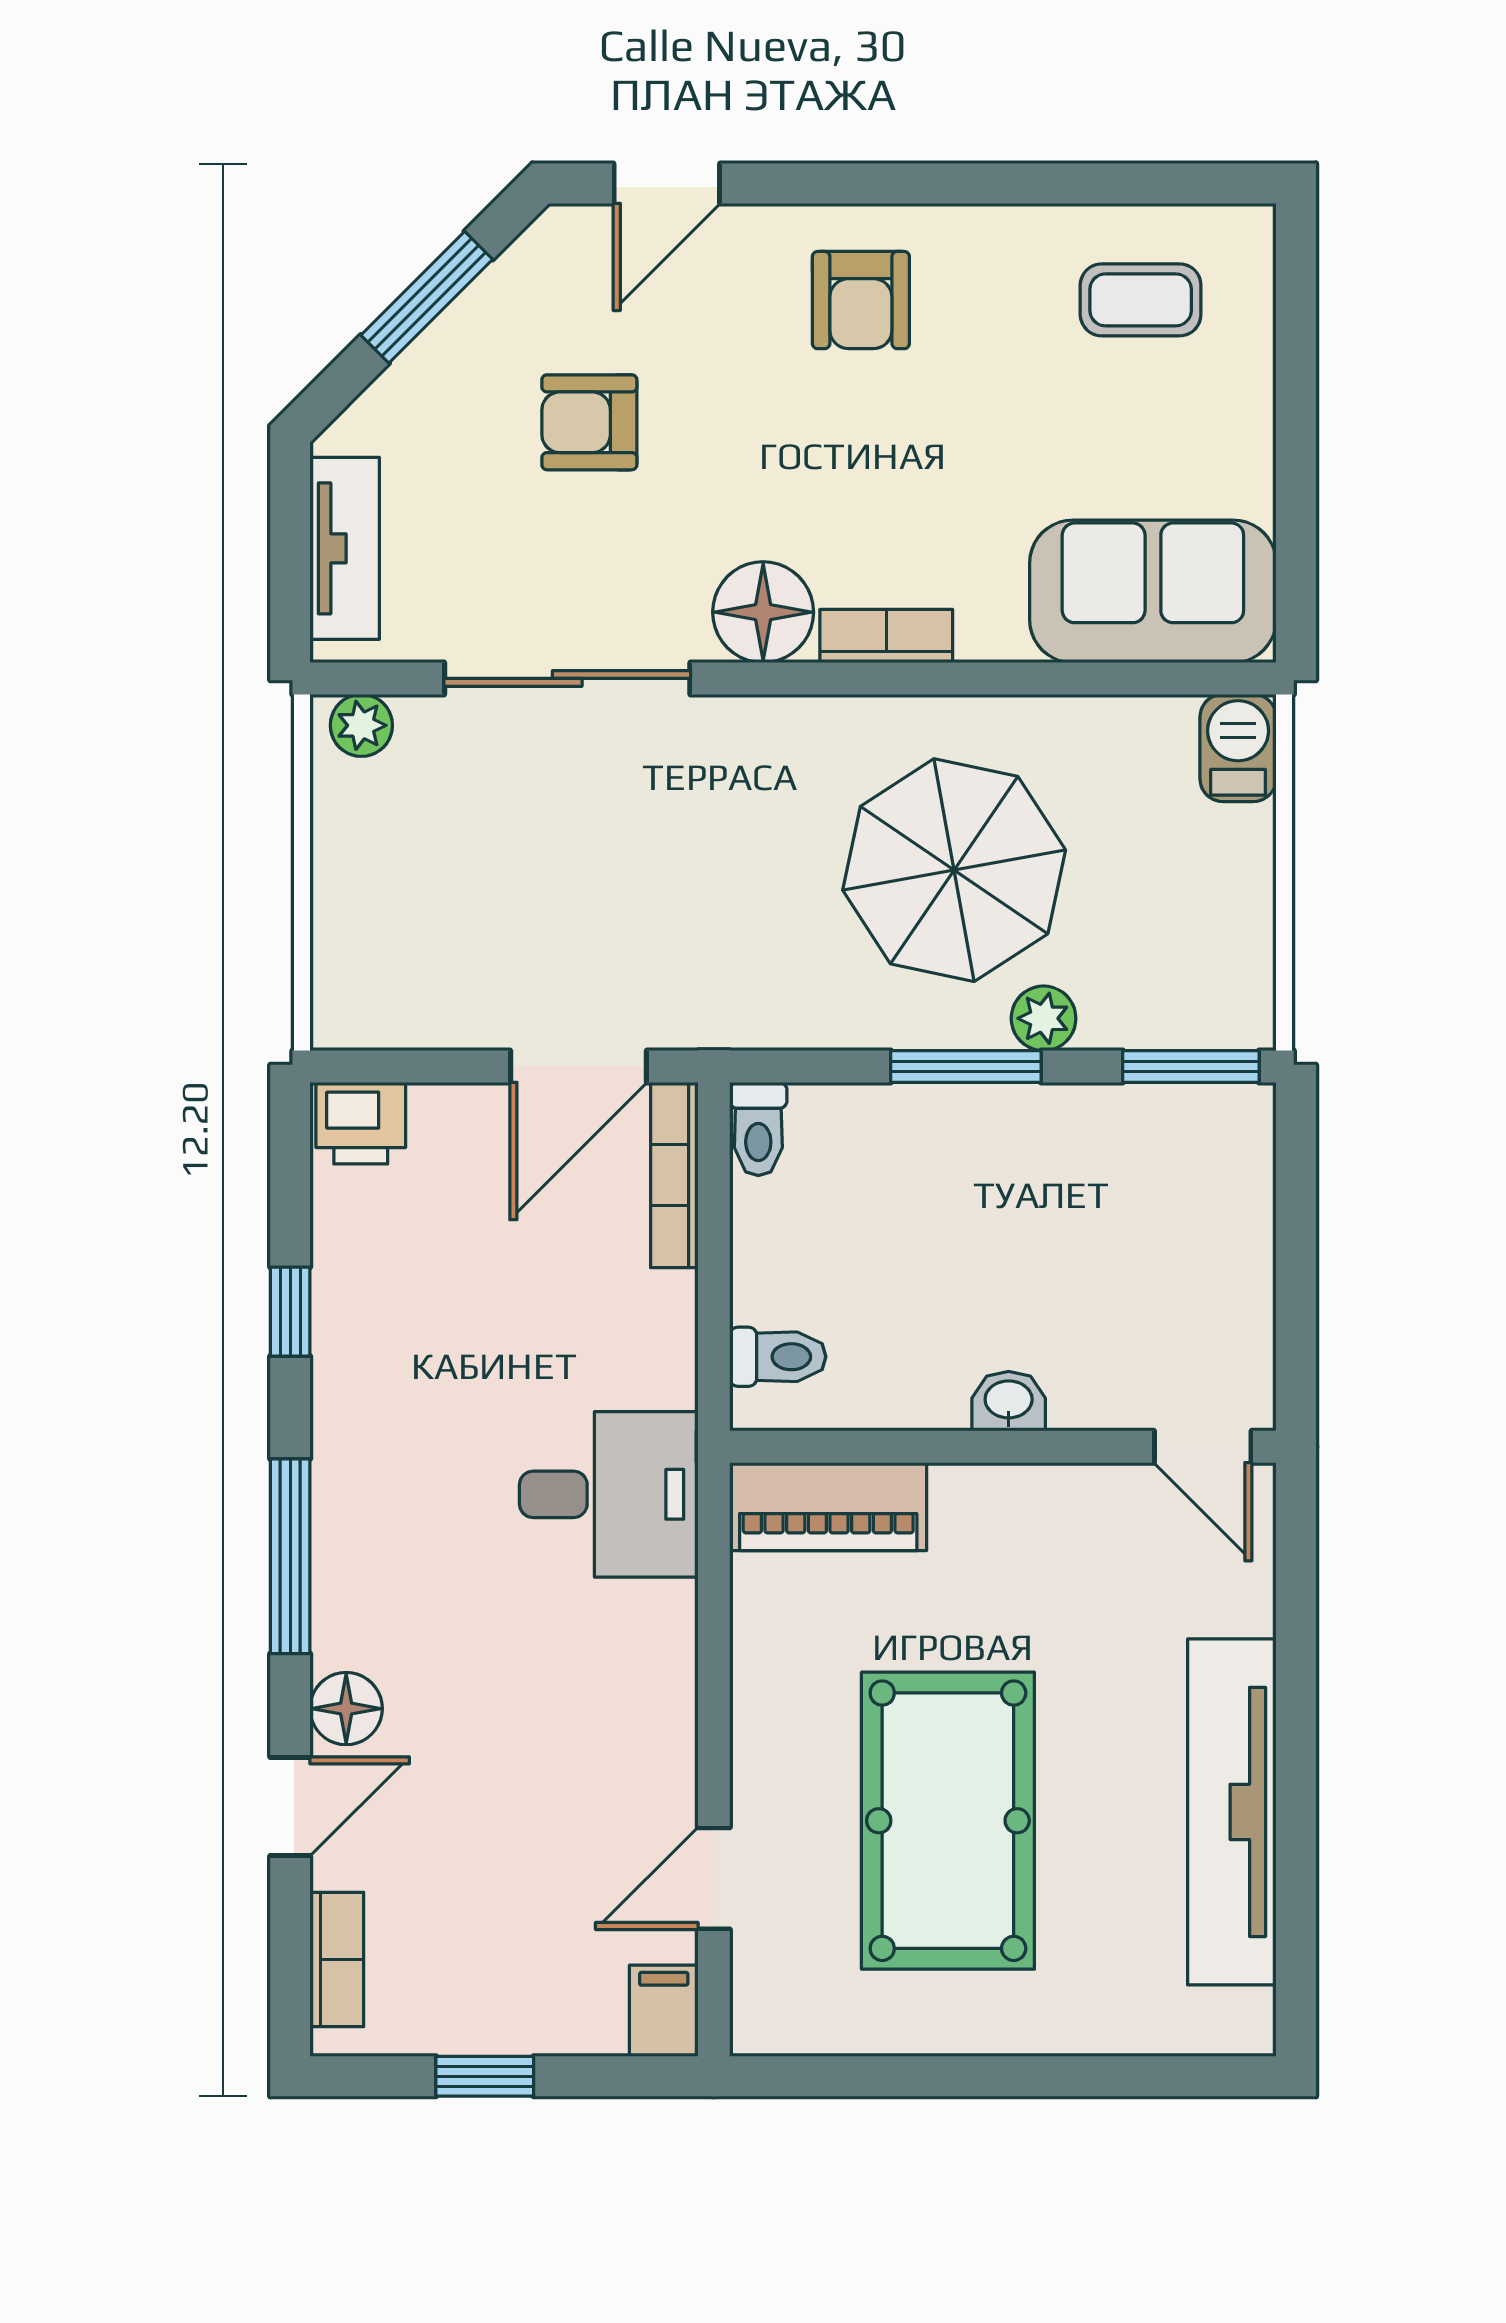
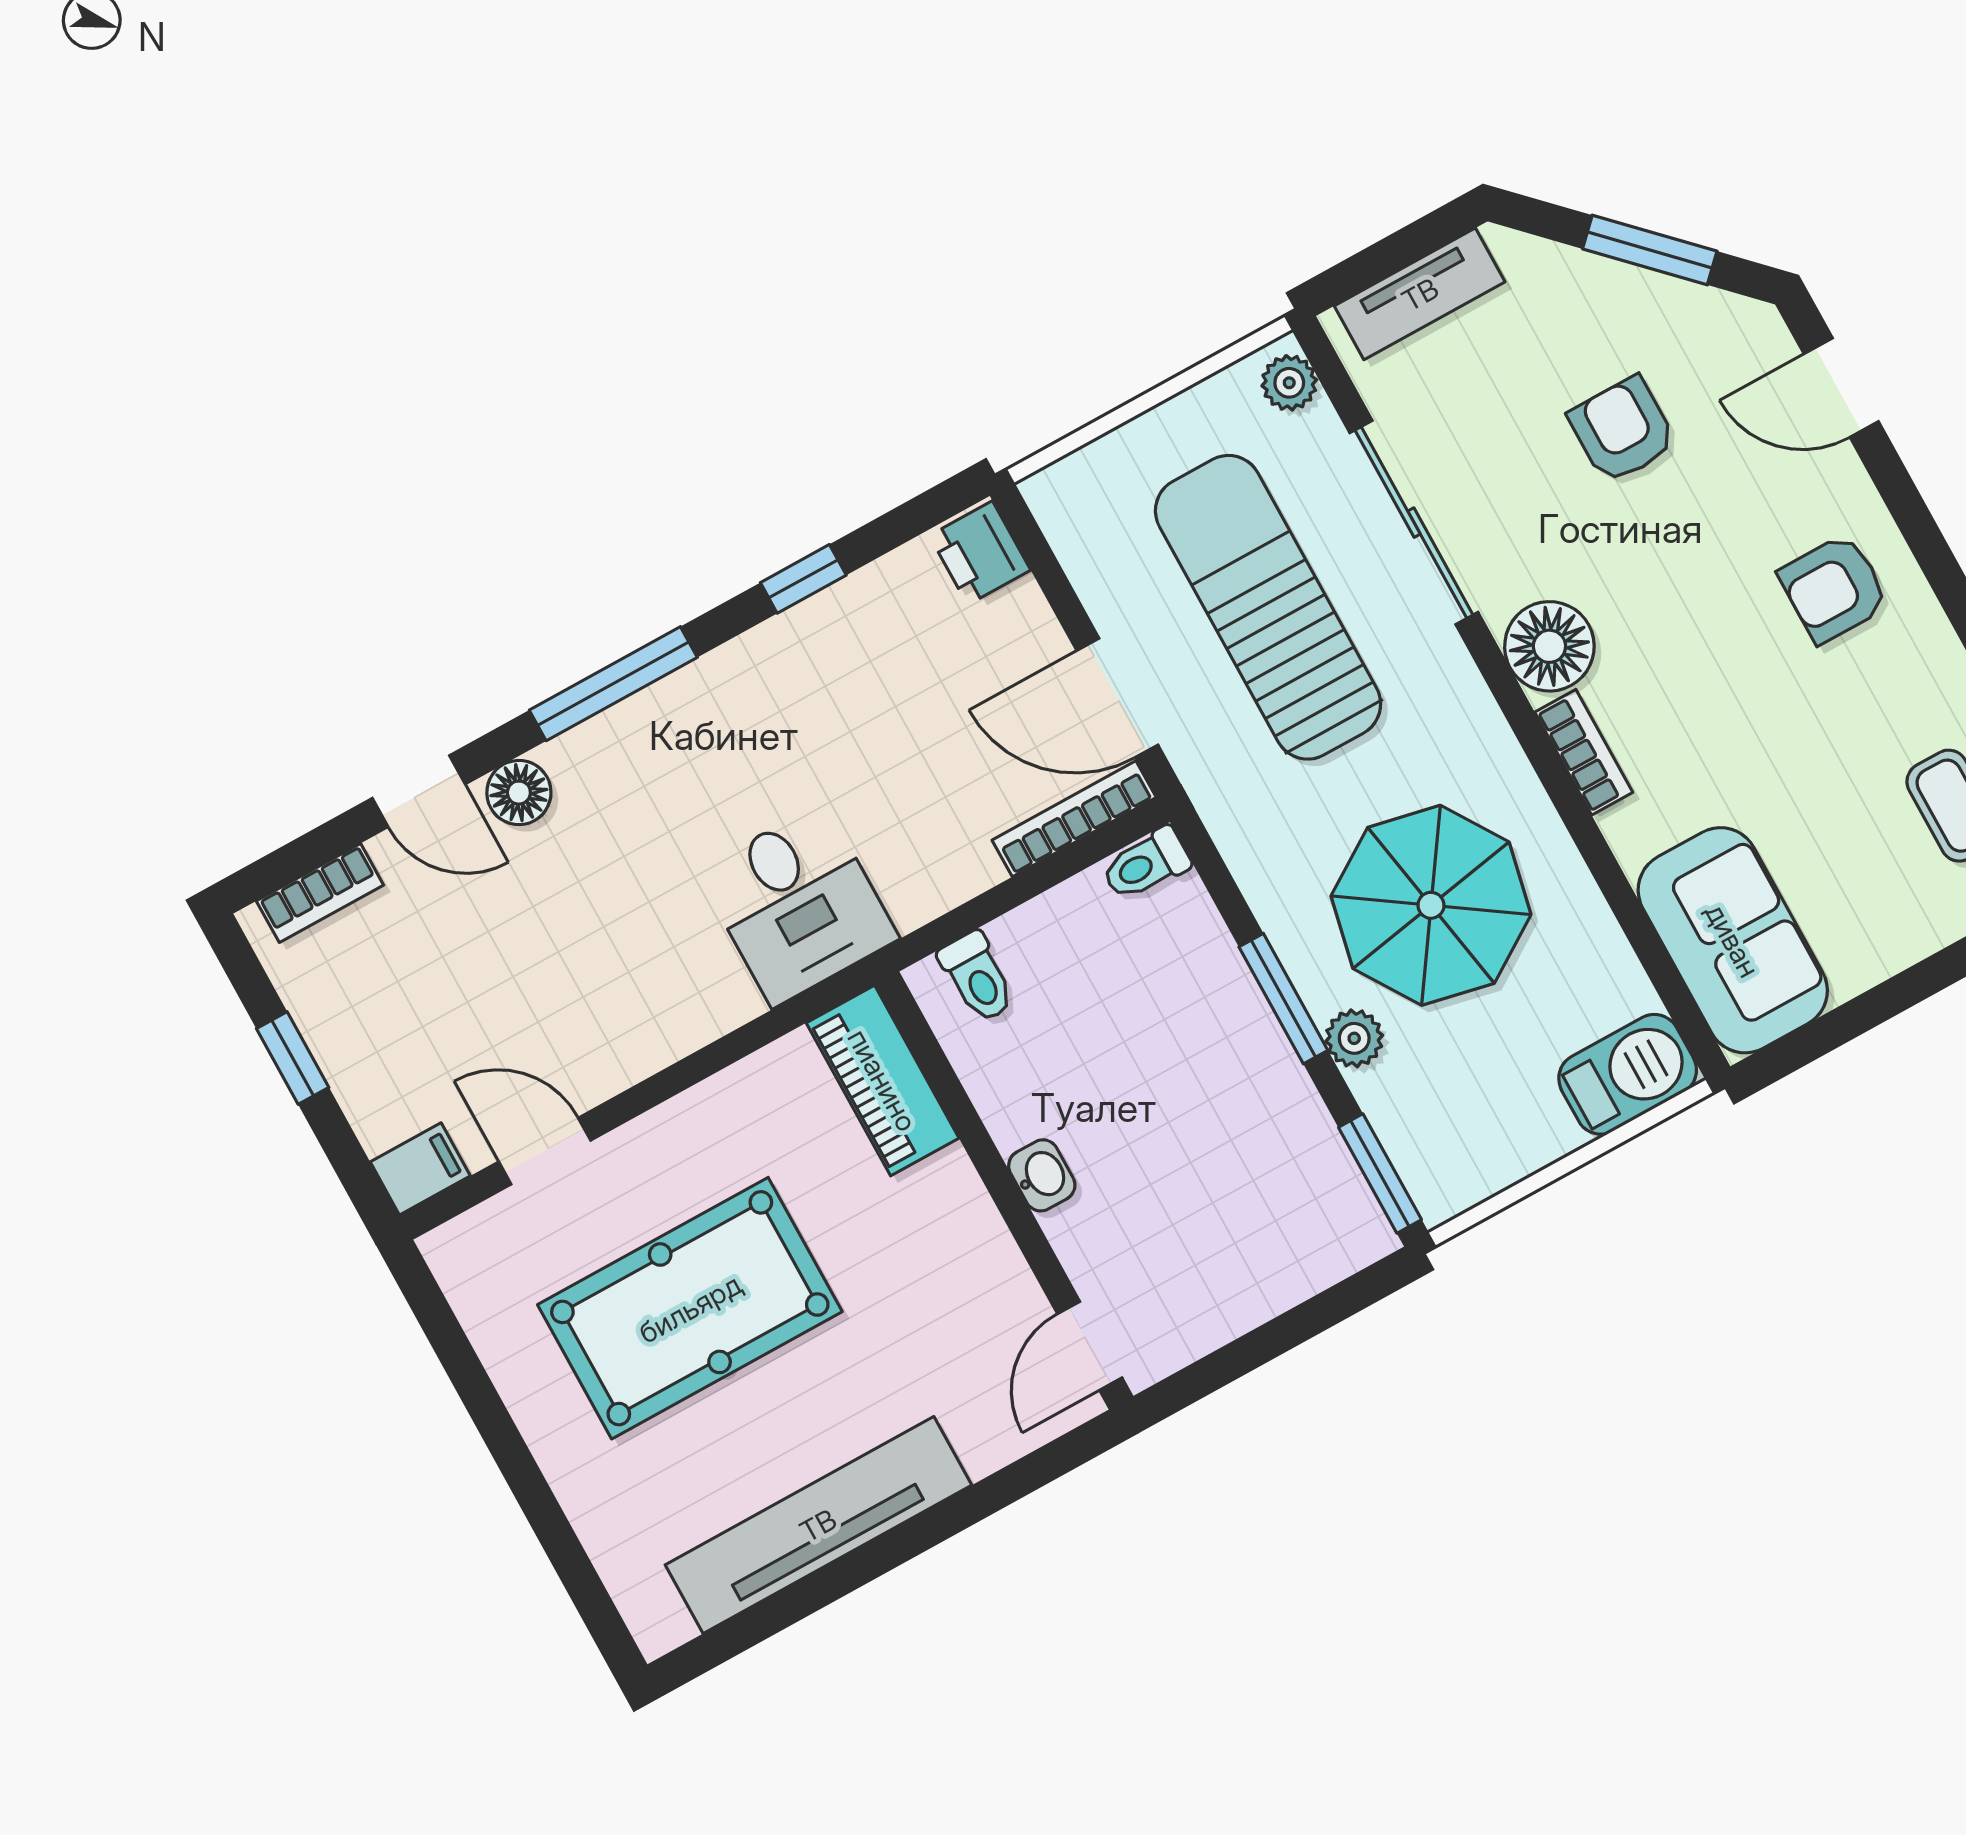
barbecue: (1238, 748) -> (1628, 1074), width x1.38, depth x1.27
sun lounger: (571, 869) -> (1268, 607), added

